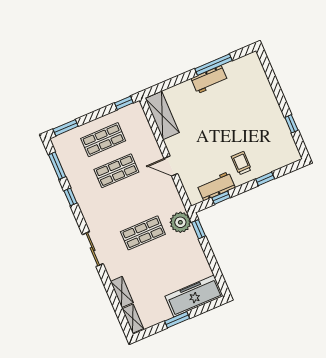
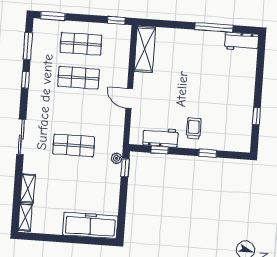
workbench: (209, 80) -> (242, 42), moved
plant: (180, 222) -> (116, 158), width x0.53, depth x0.53
window: (177, 320) -> (64, 239), removed

